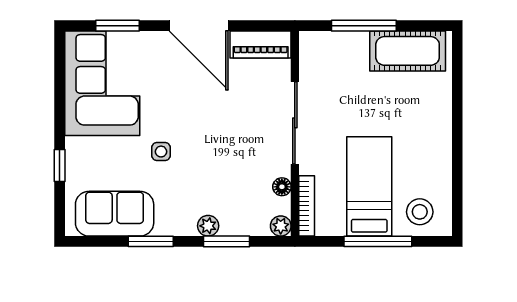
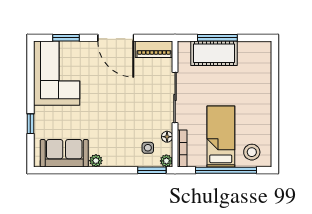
cot: (408, 51) -> (214, 53), moved
side table: (161, 152) -> (148, 148), moved
plant: (208, 226) -> (96, 161), moved
window: (151, 241) -> (87, 170), removed
window: (226, 241) -> (152, 170), moved
window: (378, 241) -> (226, 170), width x1.46

